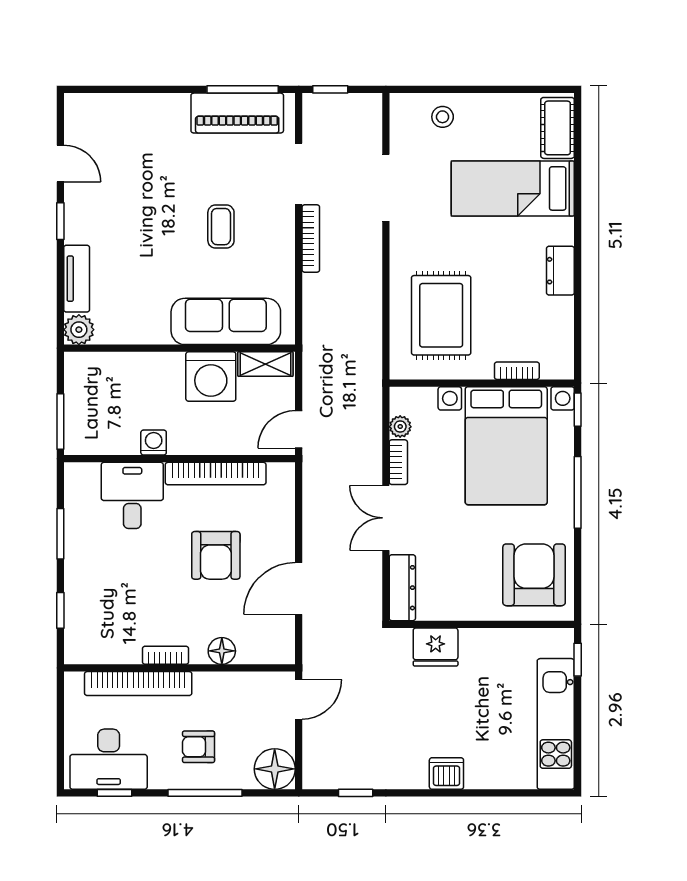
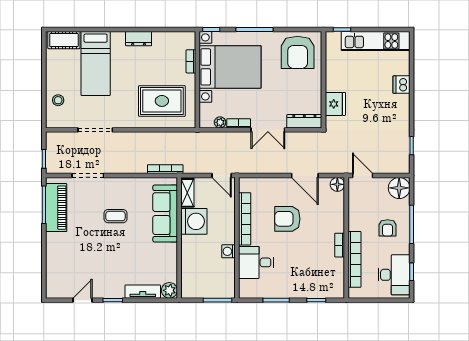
bookcase: (311, 238) -> (165, 169), moved
armchair: (216, 555) -> (287, 219), turned 180
armchair: (534, 575) -> (298, 52), turned -90
floor lamp: (222, 651) -> (337, 184), moved
dishwasher: (446, 774) -> (401, 85), moved

